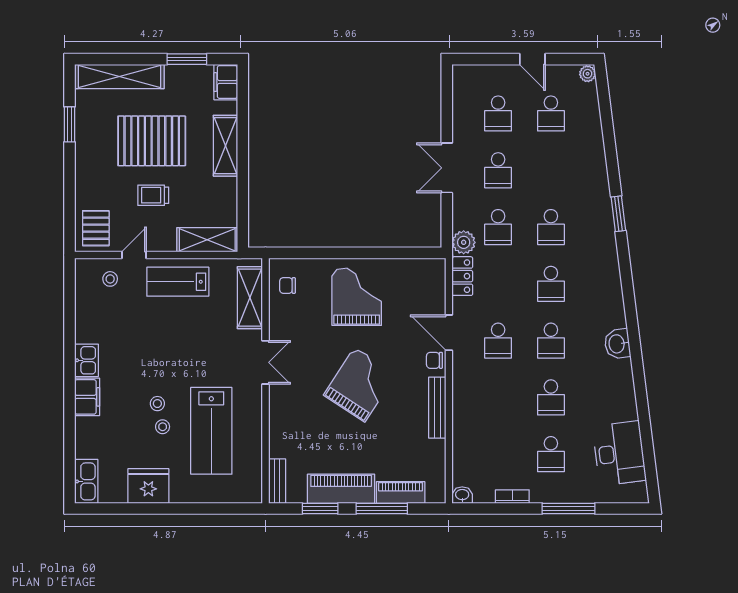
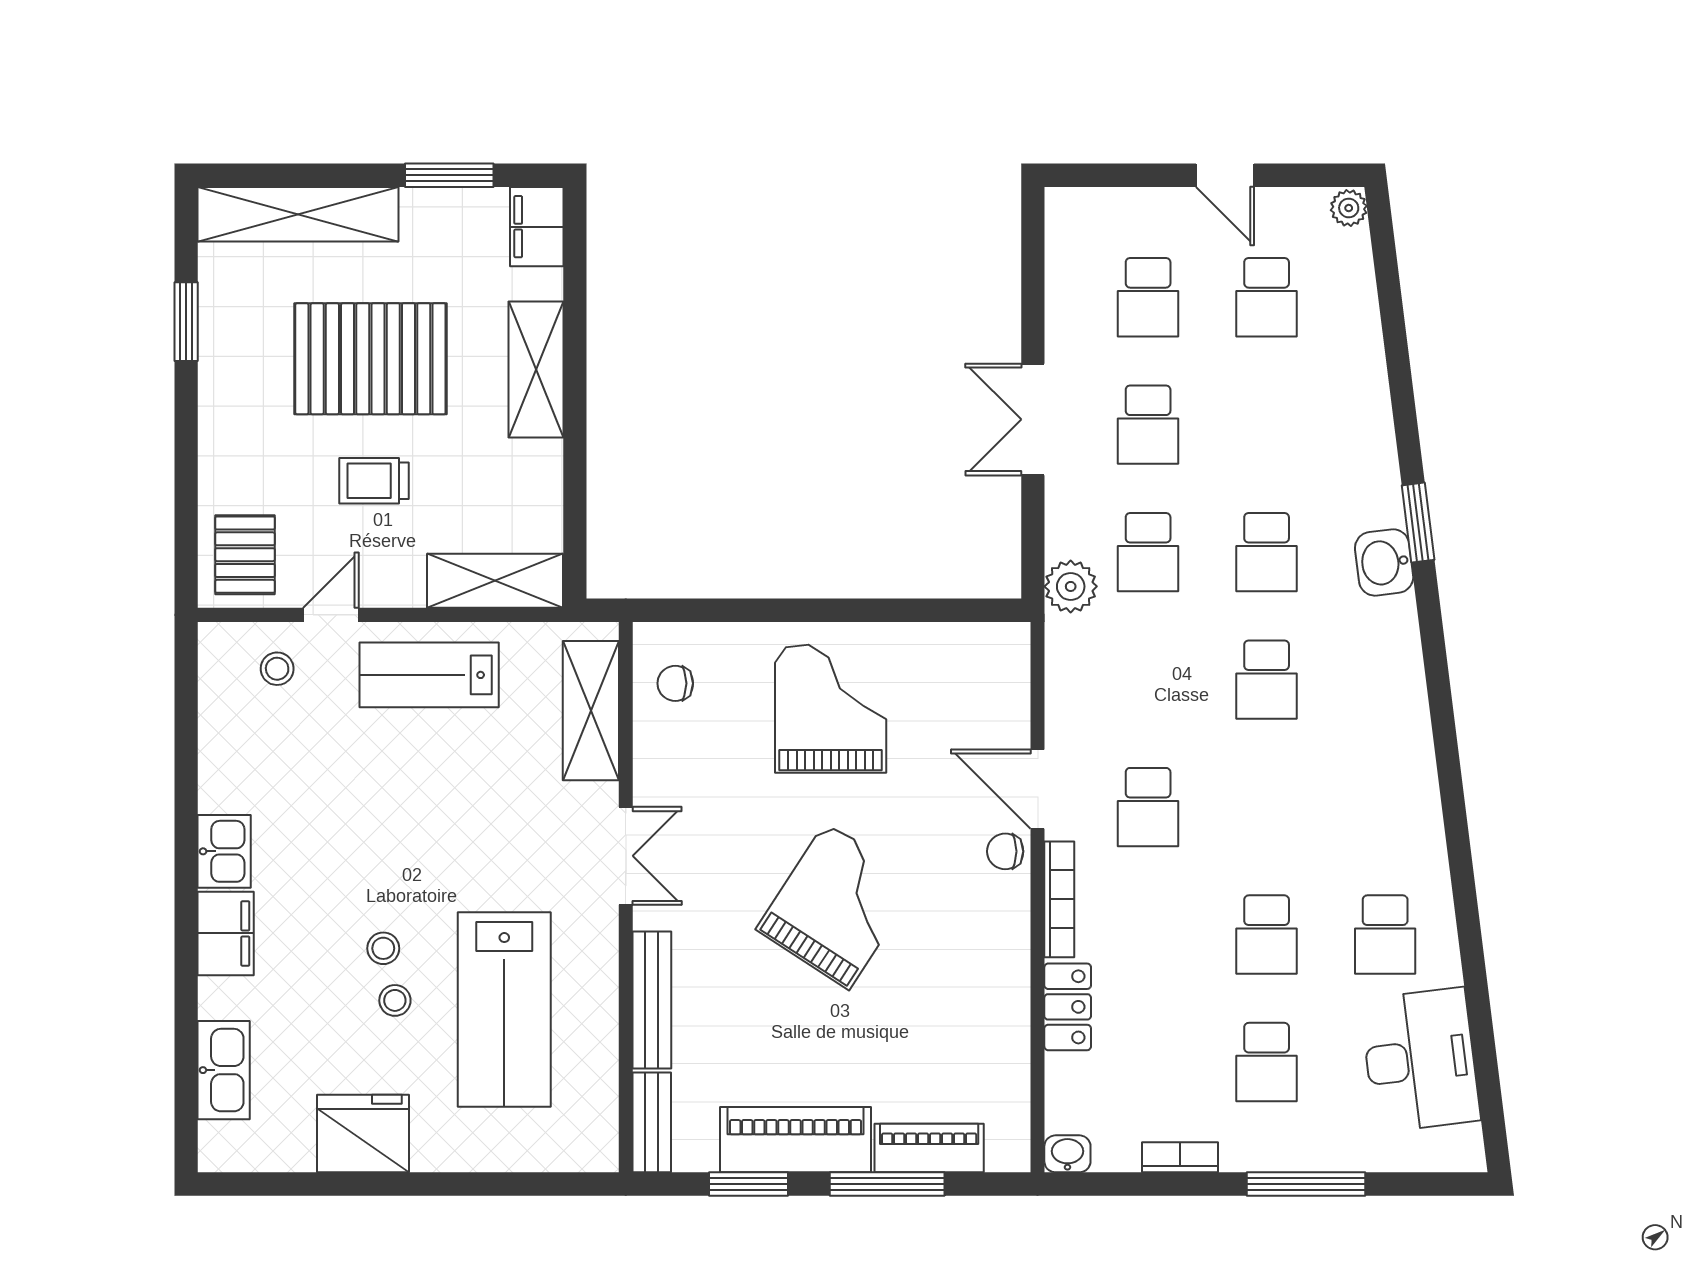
locker: (462, 276) -> (1068, 1007), moved
school desk: (551, 341) -> (1385, 935), moved
washbasin: (617, 344) -> (1384, 562), moved
bookcase: (459, 382) -> (1059, 899), added
bench: (437, 408) -> (652, 1000), moved
kitchen sink: (86, 481) -> (224, 1070), moved

